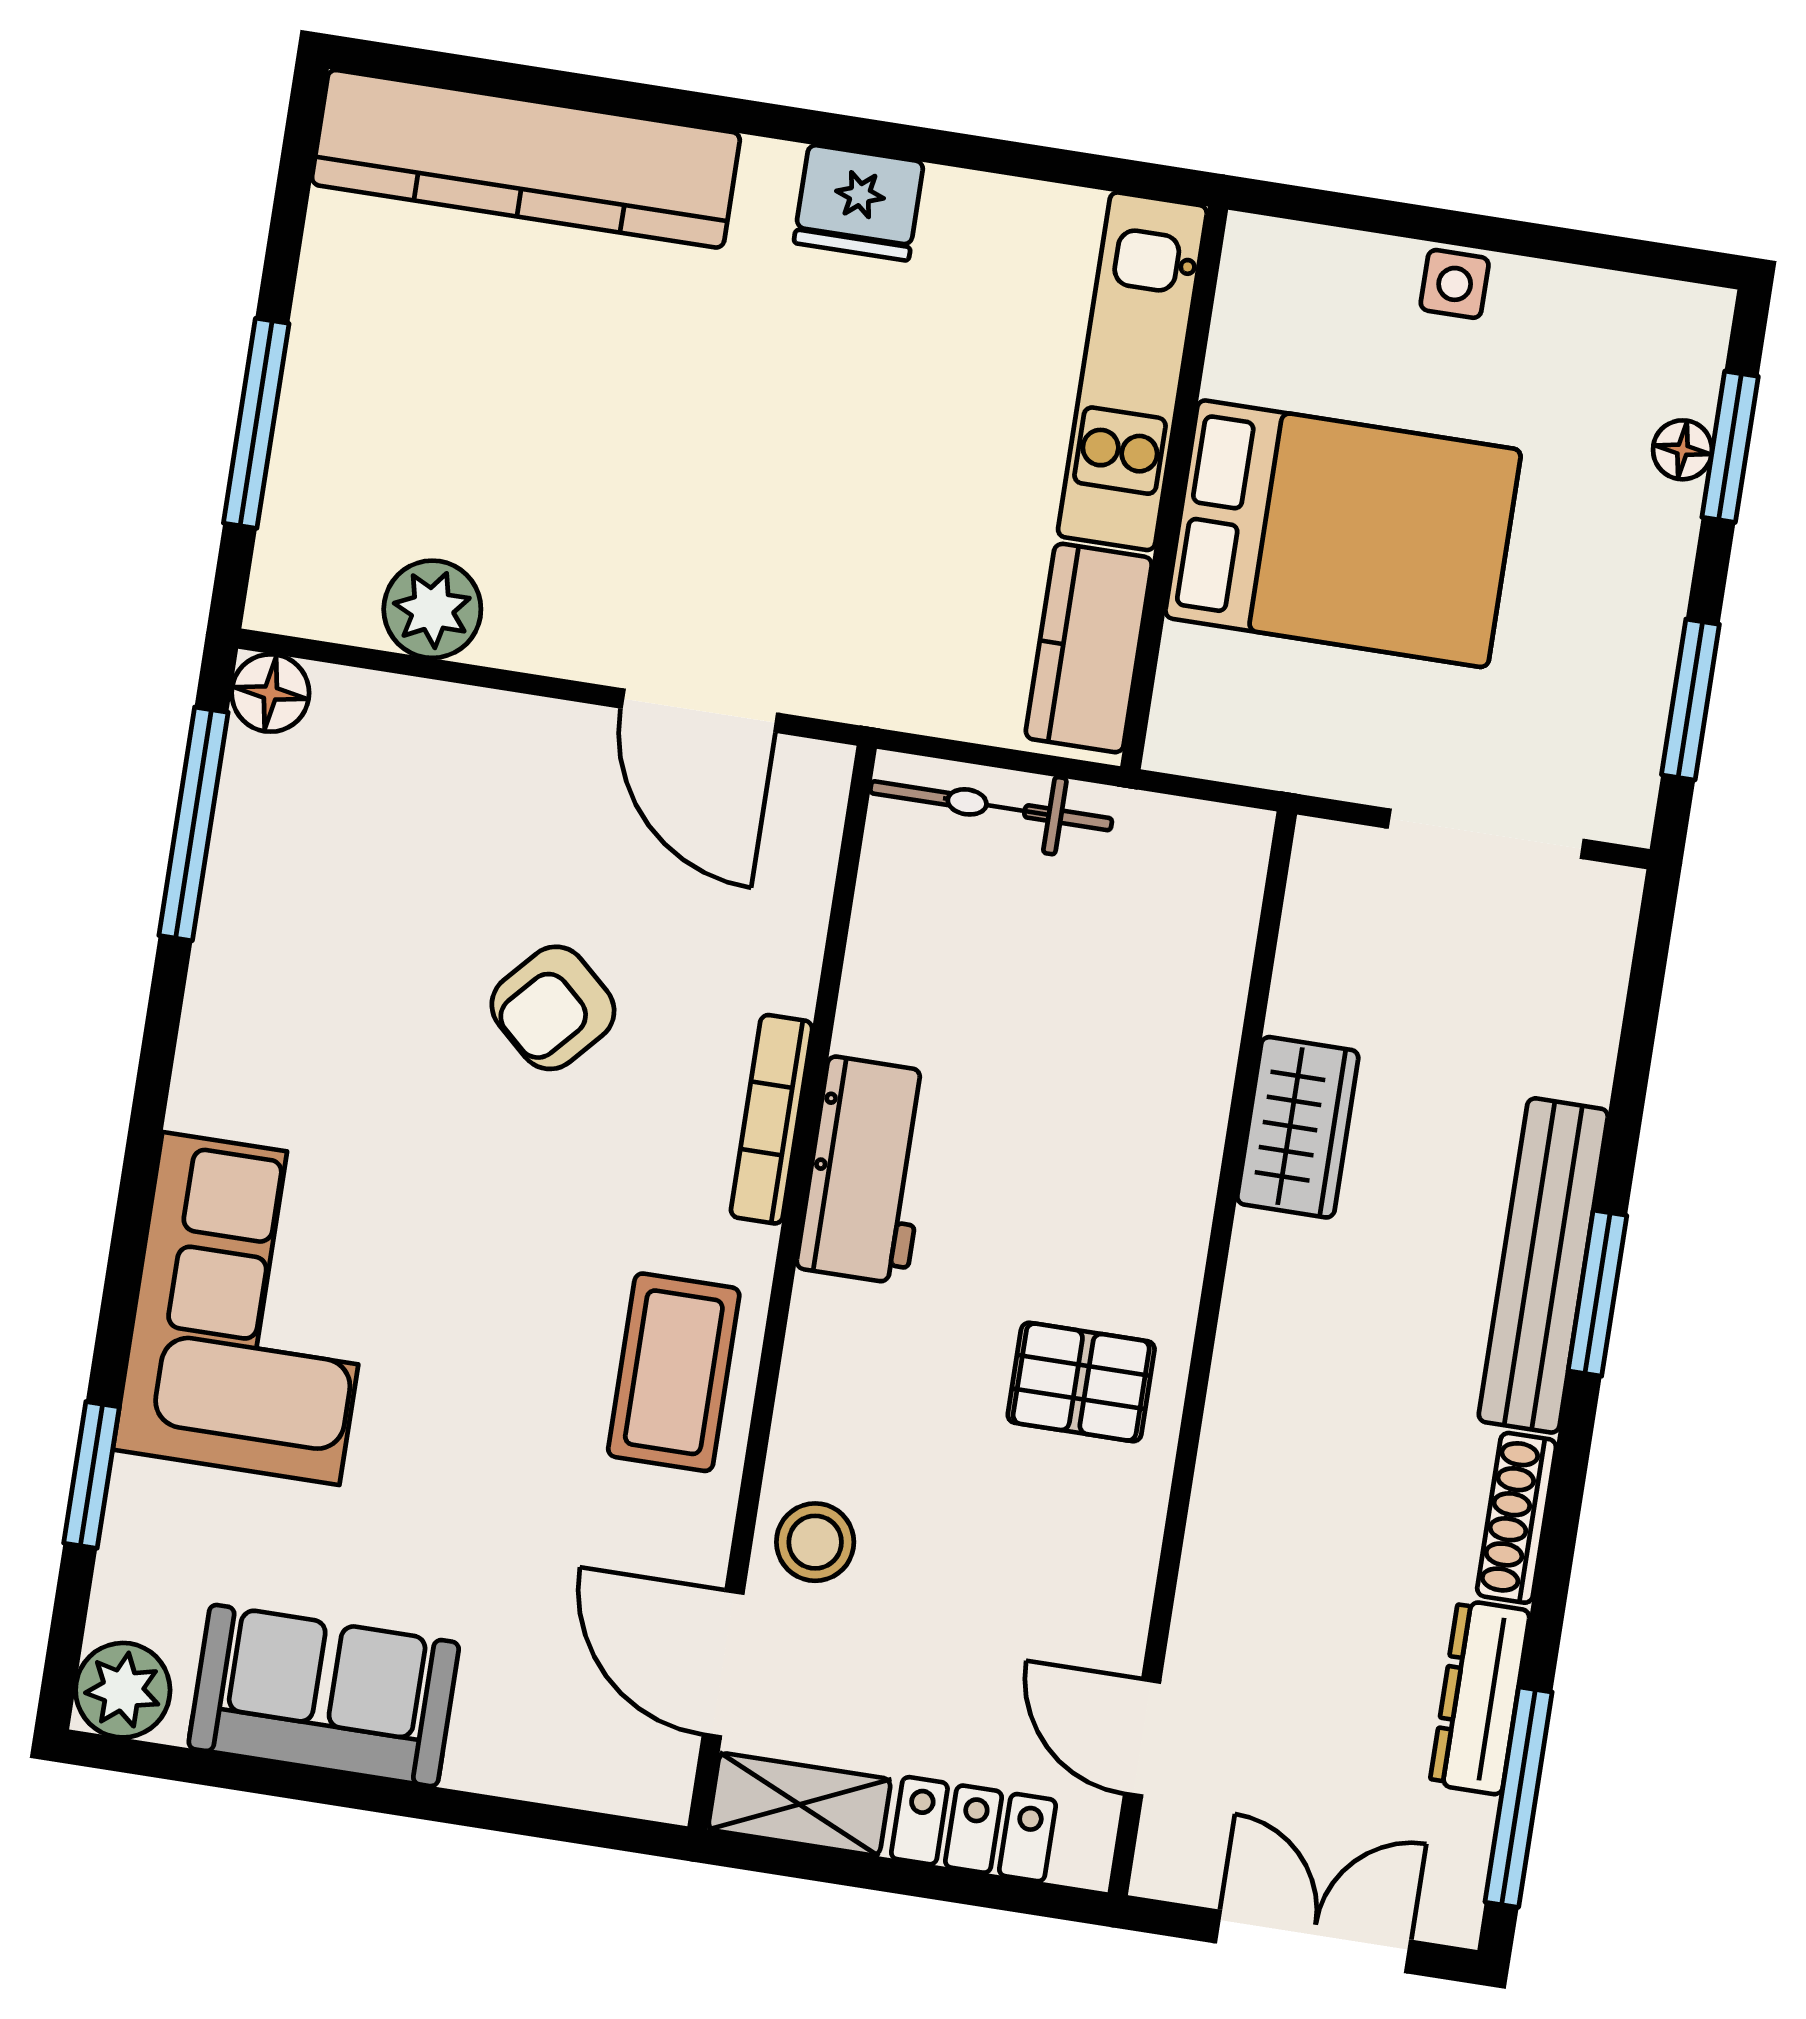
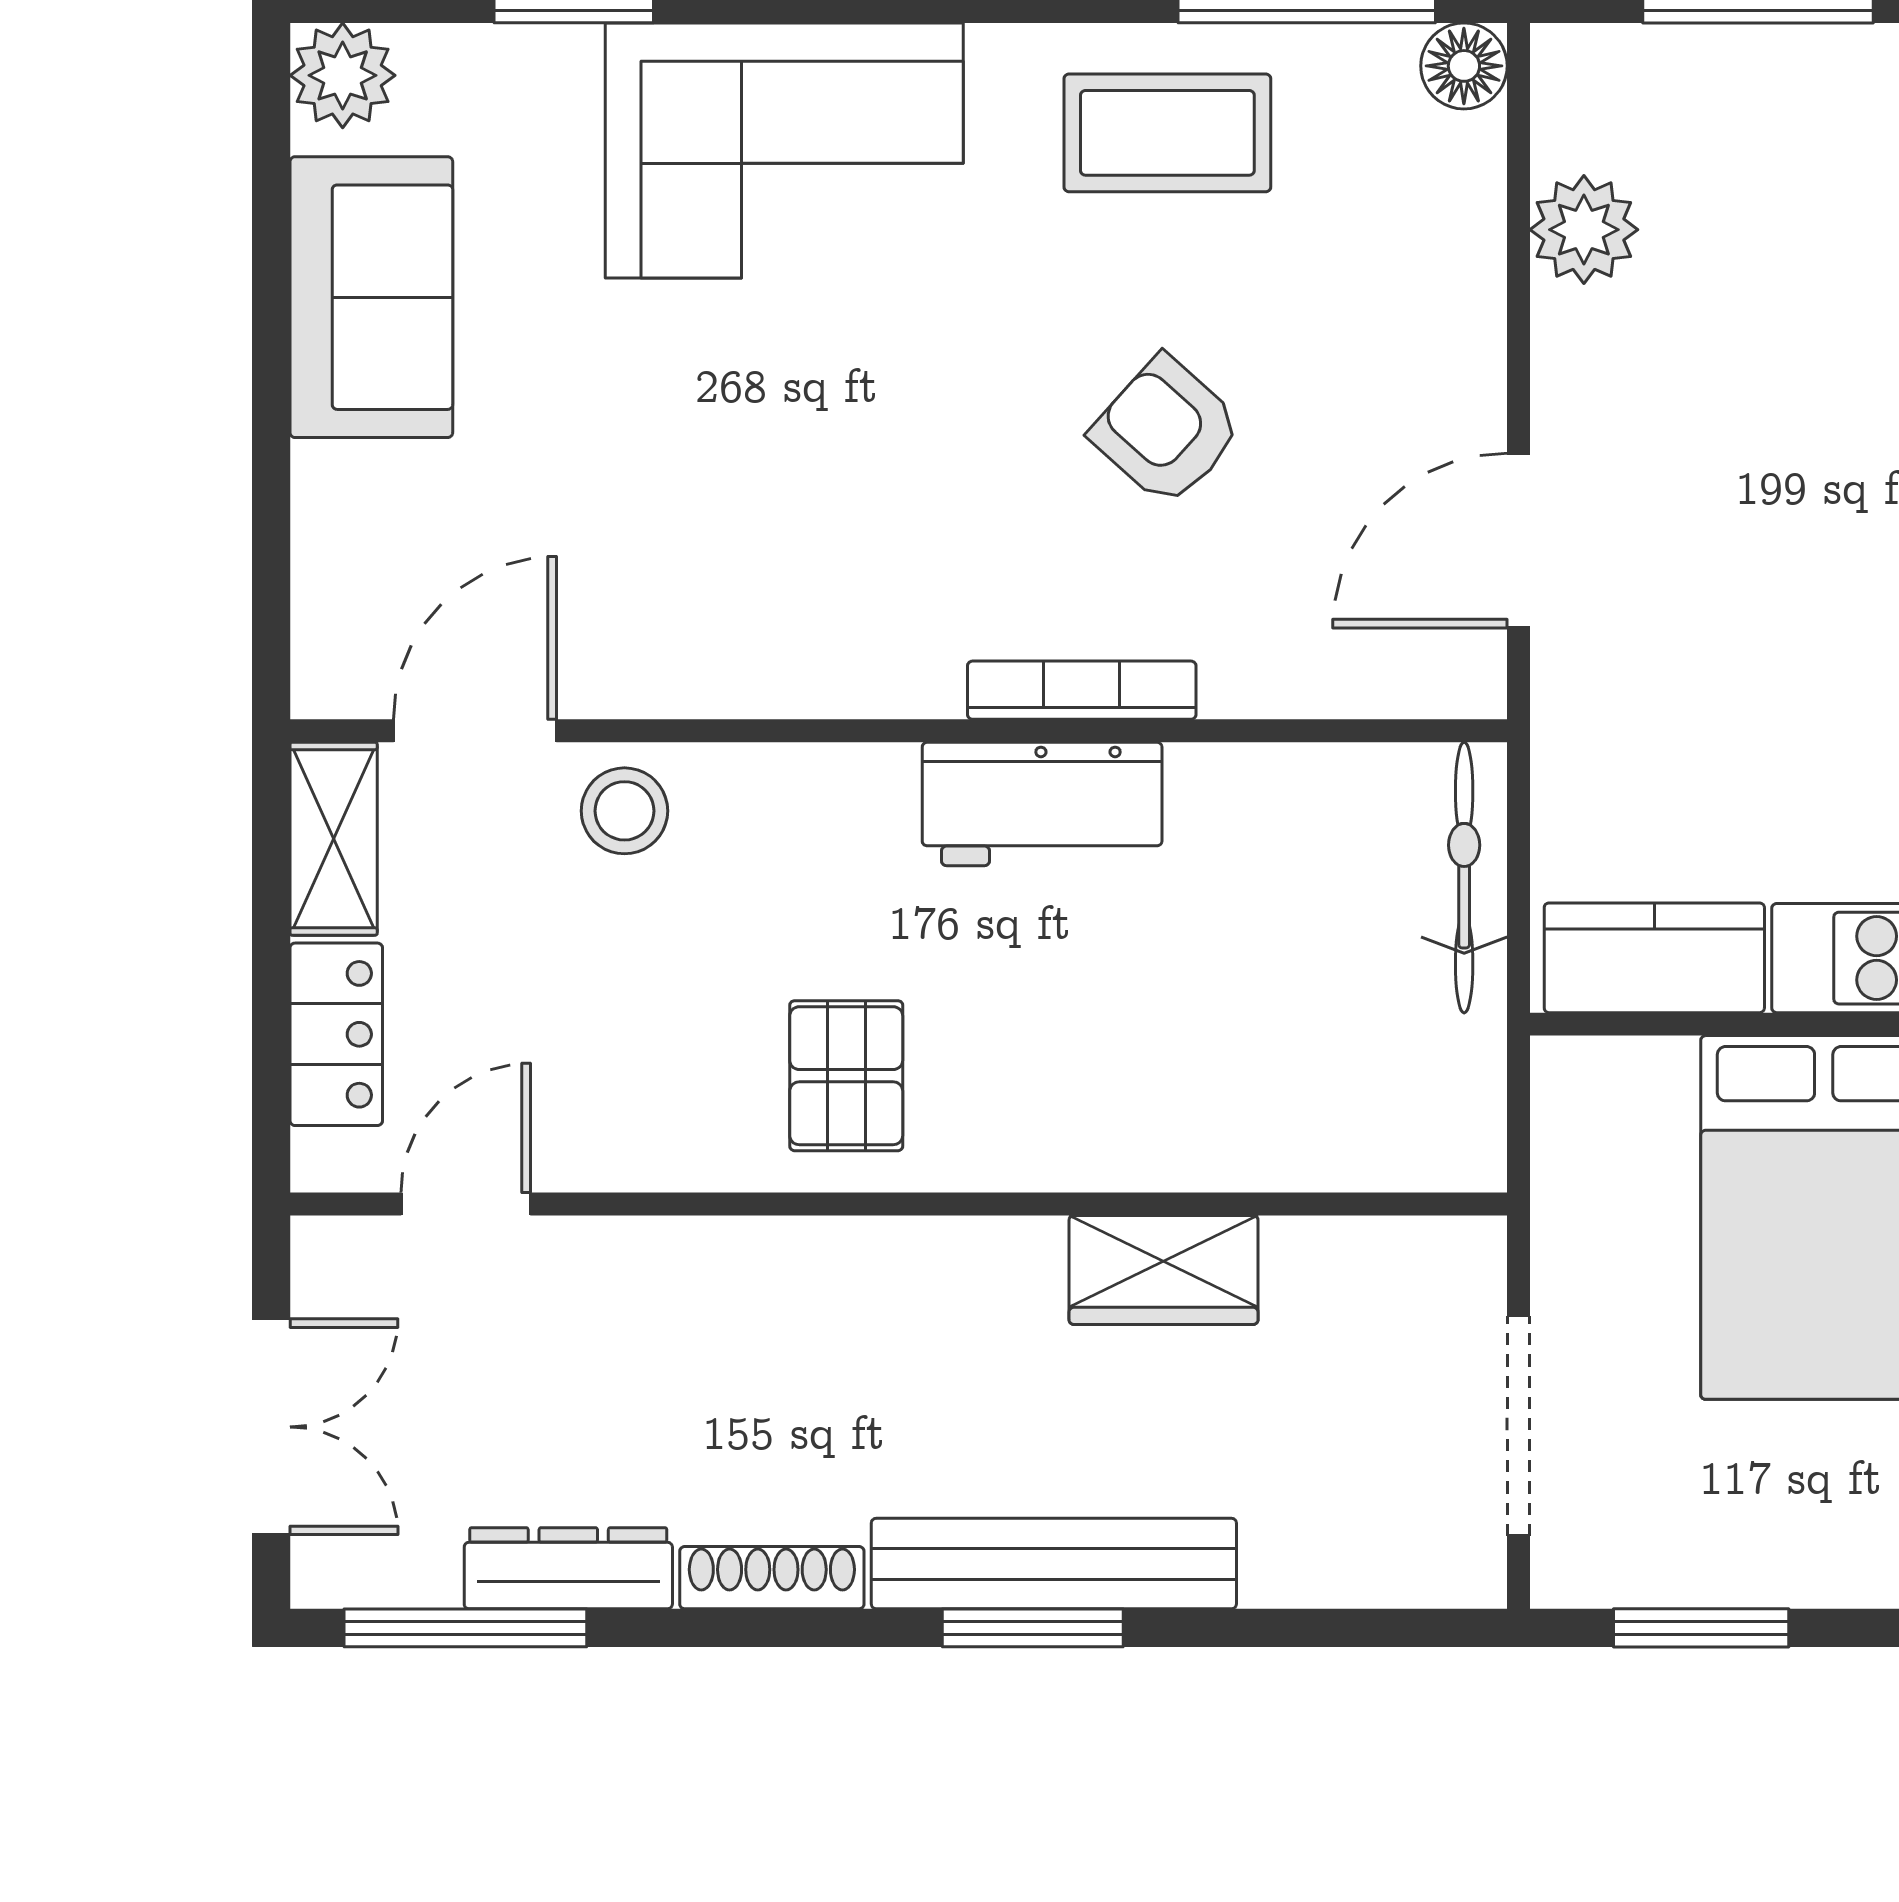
coffee table: (674, 1372) -> (1167, 133), moved

